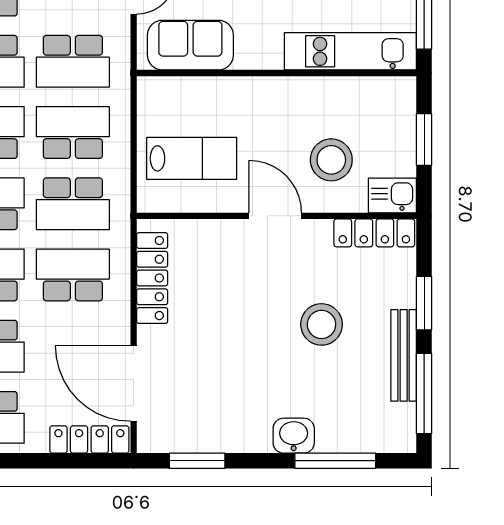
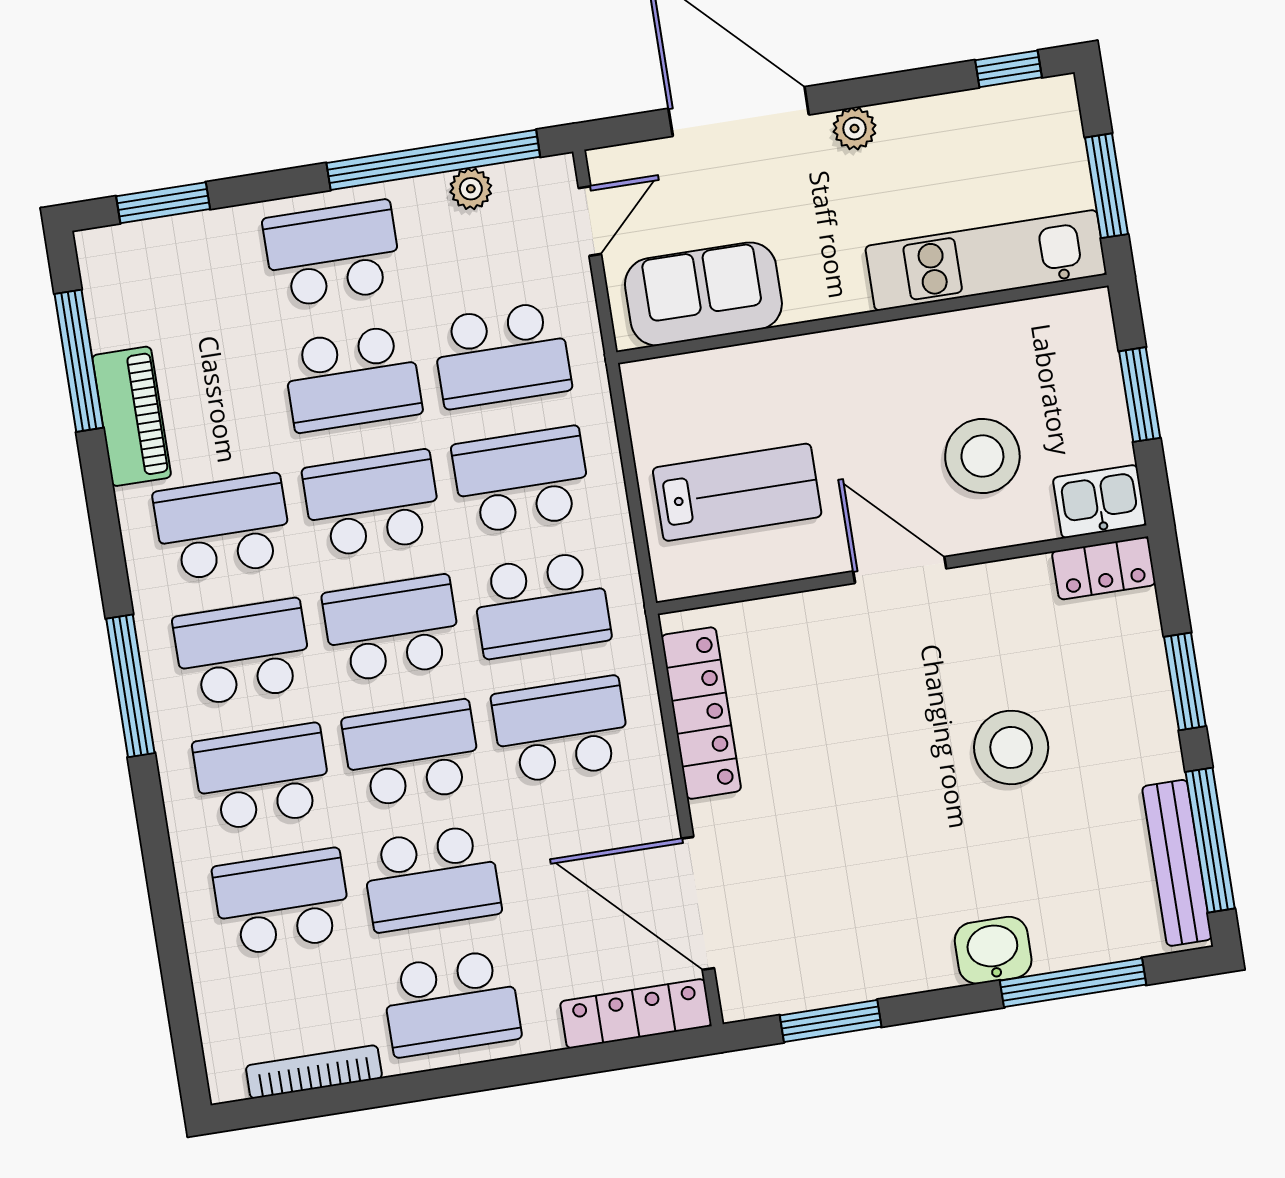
locker: (374, 233) -> (1104, 568), width x0.66
bench: (404, 355) -> (1177, 863), moved

